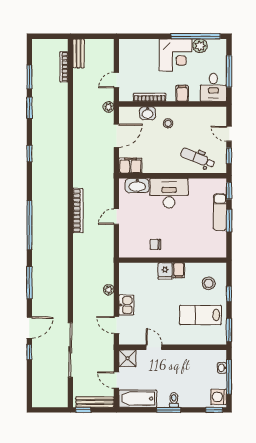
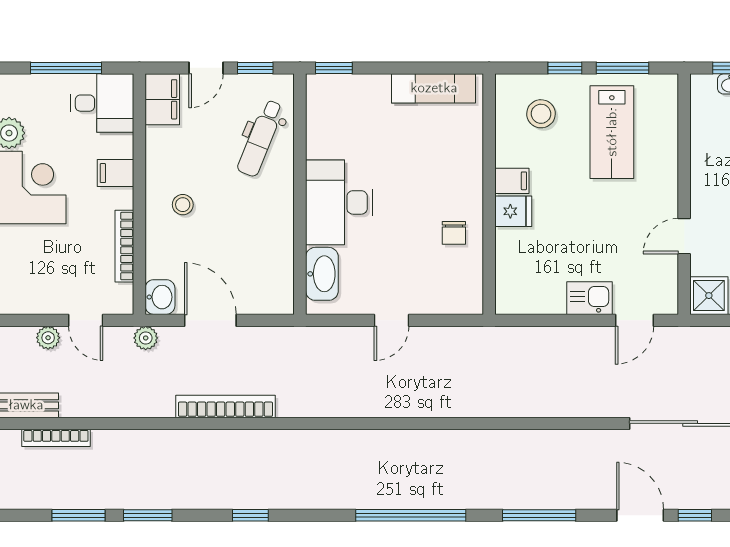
washbasin: (148, 113) -> (160, 297), moved
filing cabinet: (130, 166) -> (162, 99), moved, turned 180
bookcase: (78, 211) -> (225, 406), moved
exam couch: (220, 212) -> (434, 88), moved
door: (116, 217) -> (392, 320), hinge flipped
window: (229, 220) -> (400, 68), removed
plant: (109, 290) -> (48, 338), moved
window: (229, 330) -> (622, 68), moved

